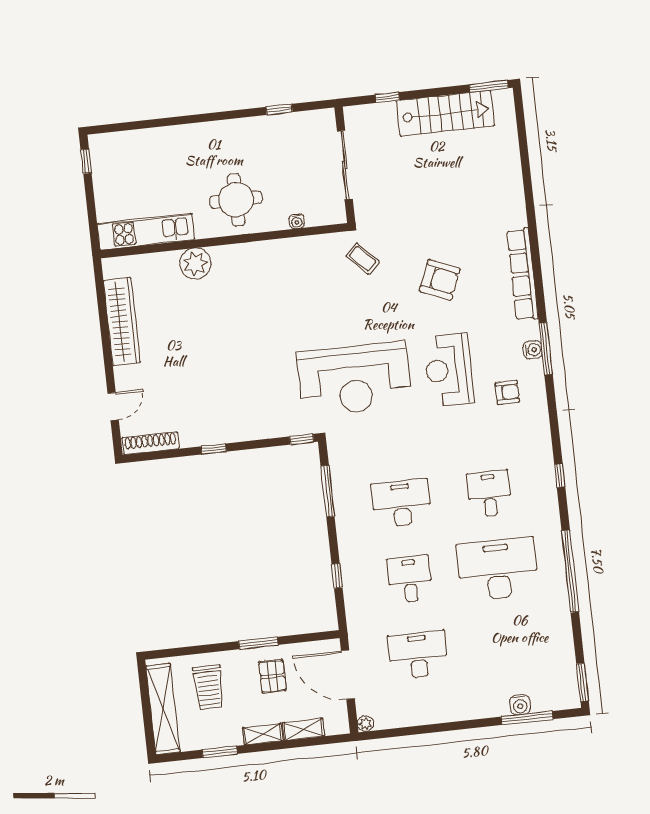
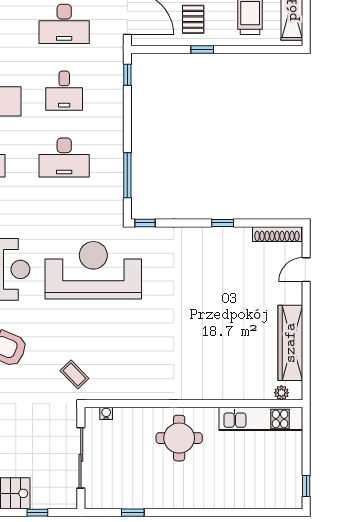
water cooler: (297, 221) -> (106, 413), moved
plant: (195, 264) -> (281, 393), moved, width x0.53, depth x0.53
window: (337, 576) -> (127, 75), moved
window: (258, 643) -> (202, 50), width x0.67

